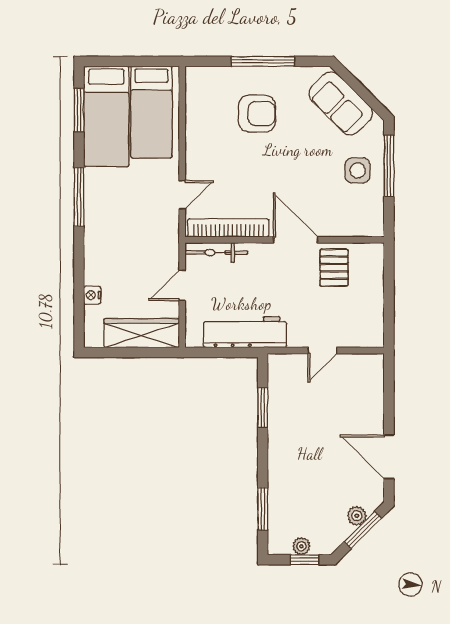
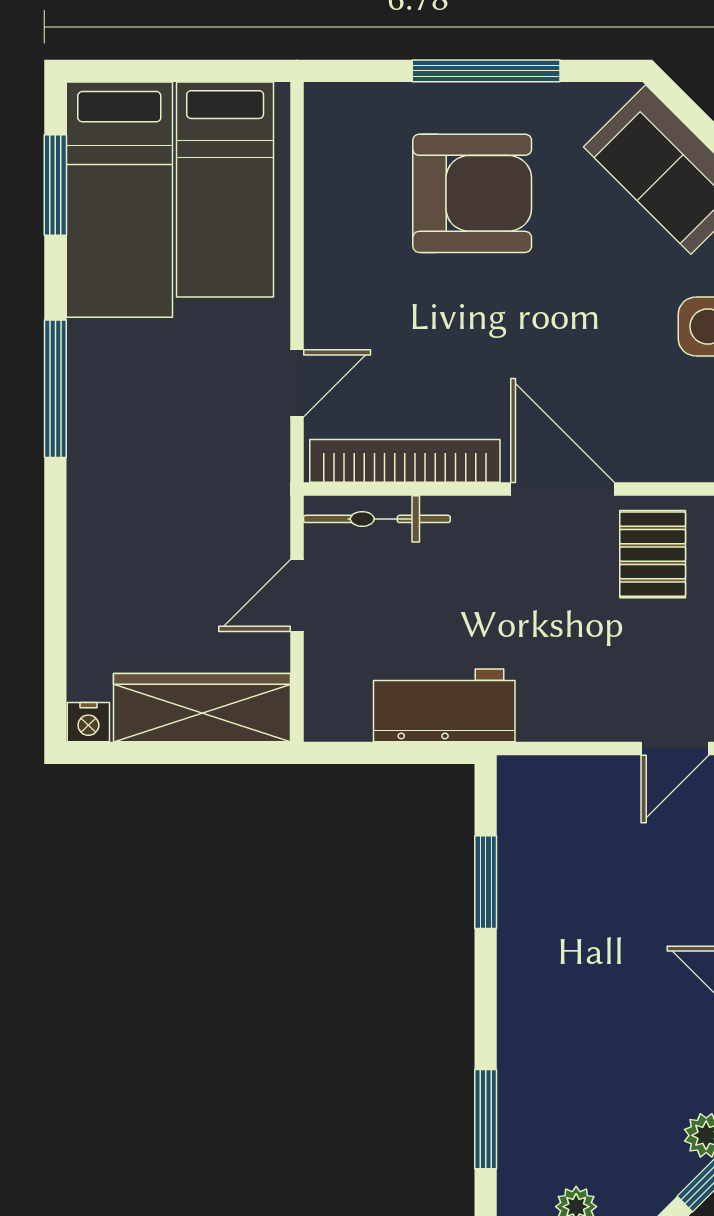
armchair: (257, 114) -> (472, 193), width x1.36, depth x1.36
nightstand: (92, 295) -> (88, 722), moved, turned -90
workbench: (245, 332) -> (444, 705), width x0.73
door: (322, 351) -> (675, 748), moved

